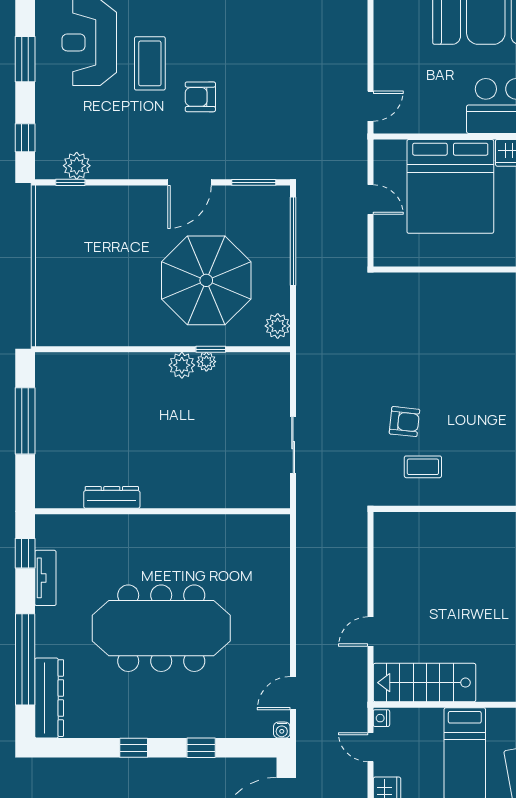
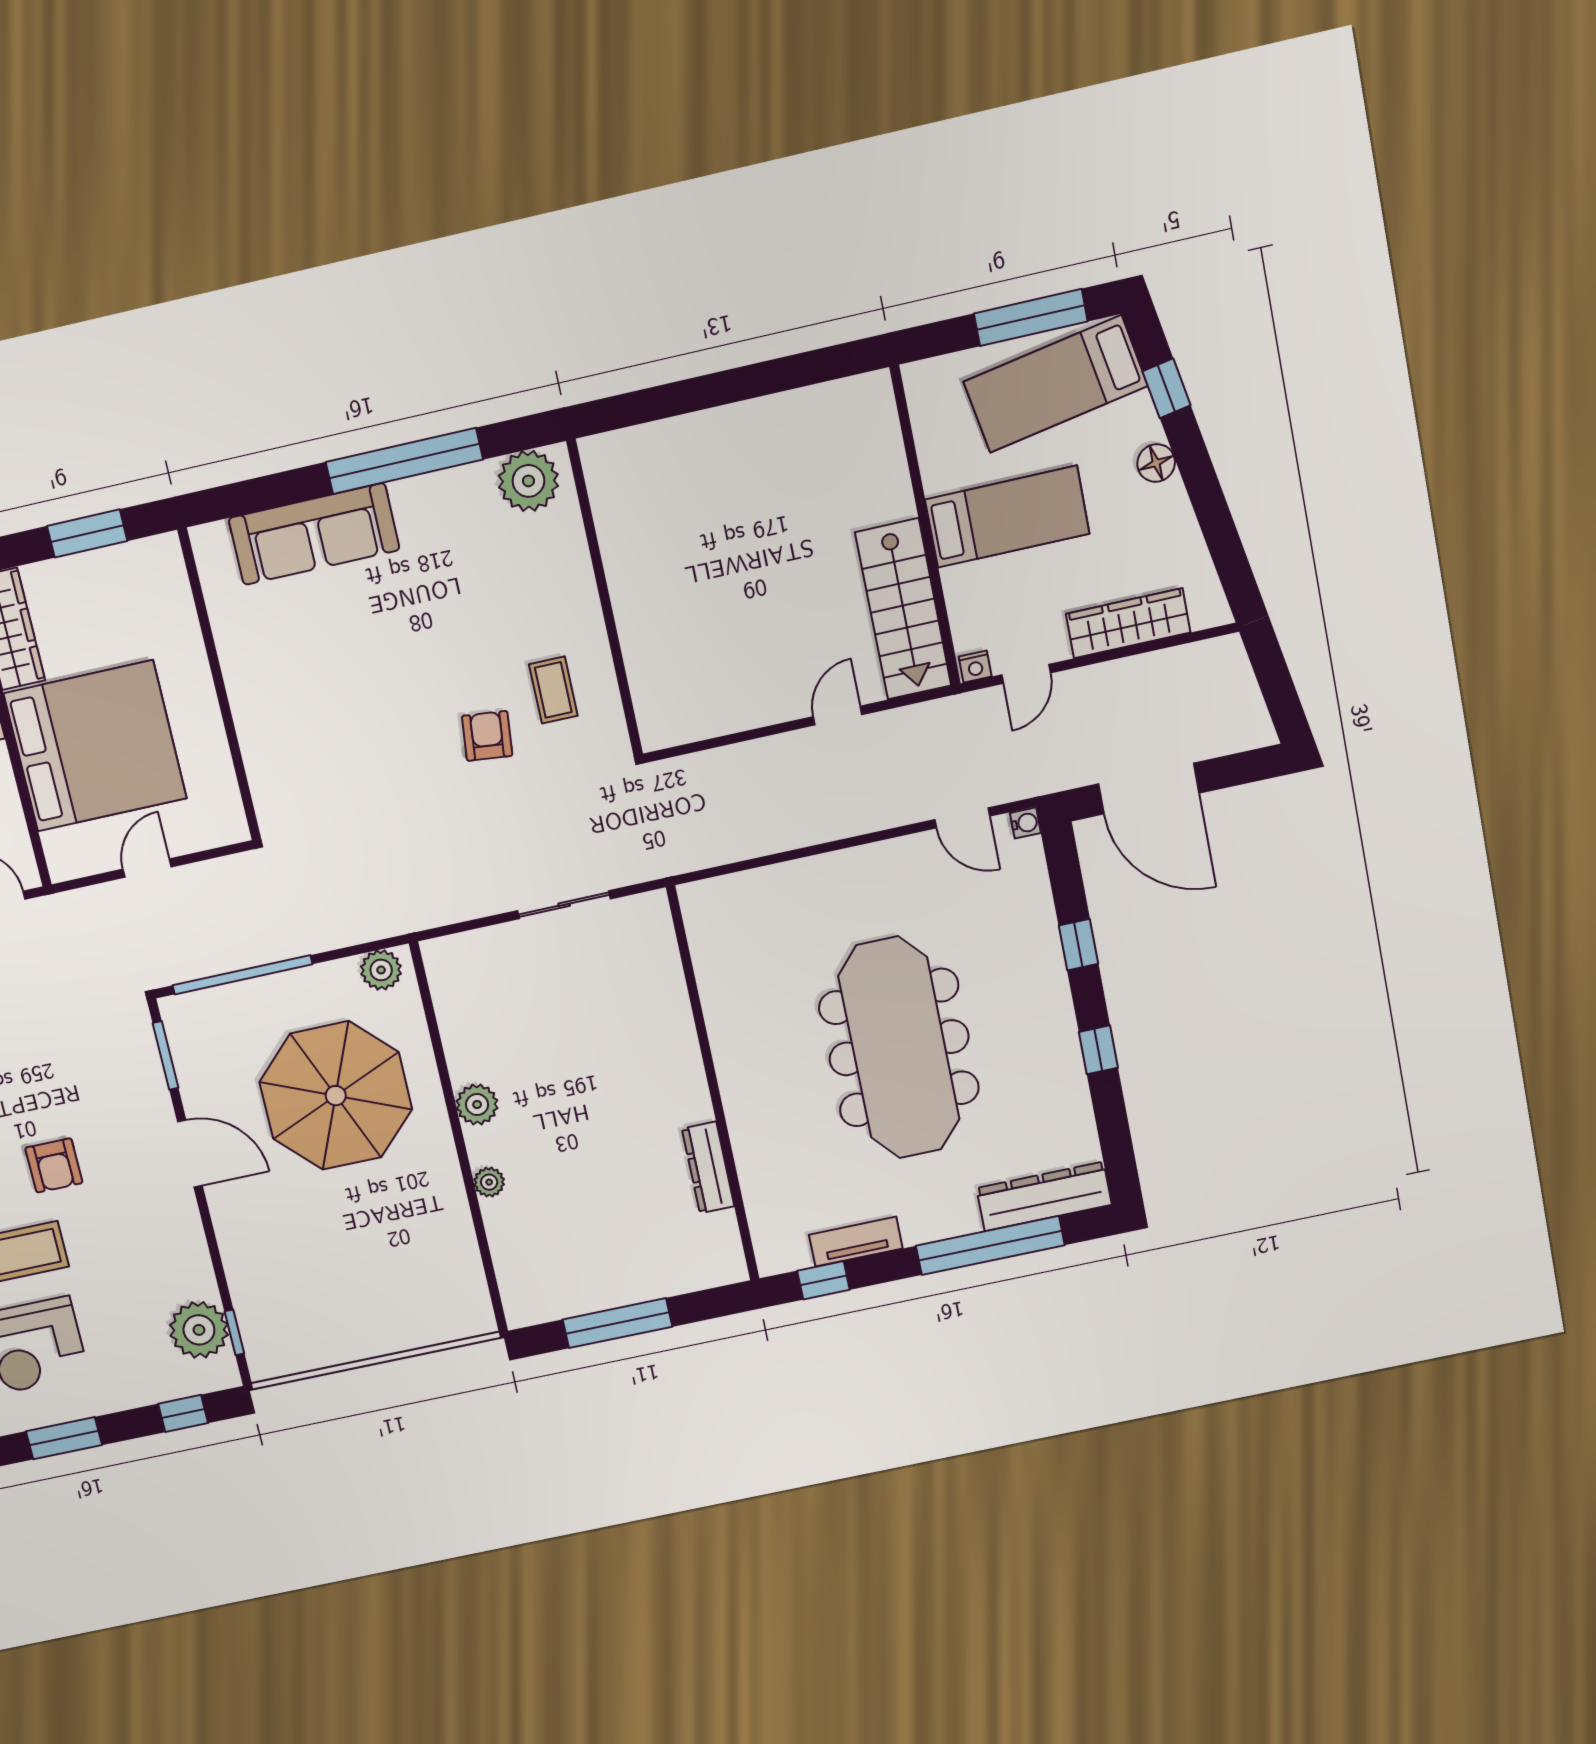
plant: (77, 166) -> (199, 1330), width x1.36, depth x1.36
window: (211, 349) -> (442, 1066), removed
plant: (206, 362) -> (489, 1182), moved
door: (370, 632) -> (838, 716), swing flipped

